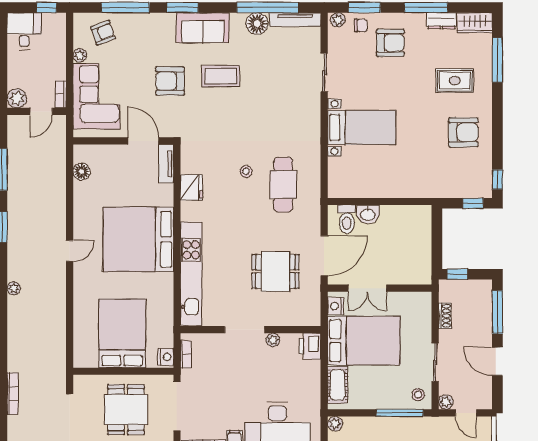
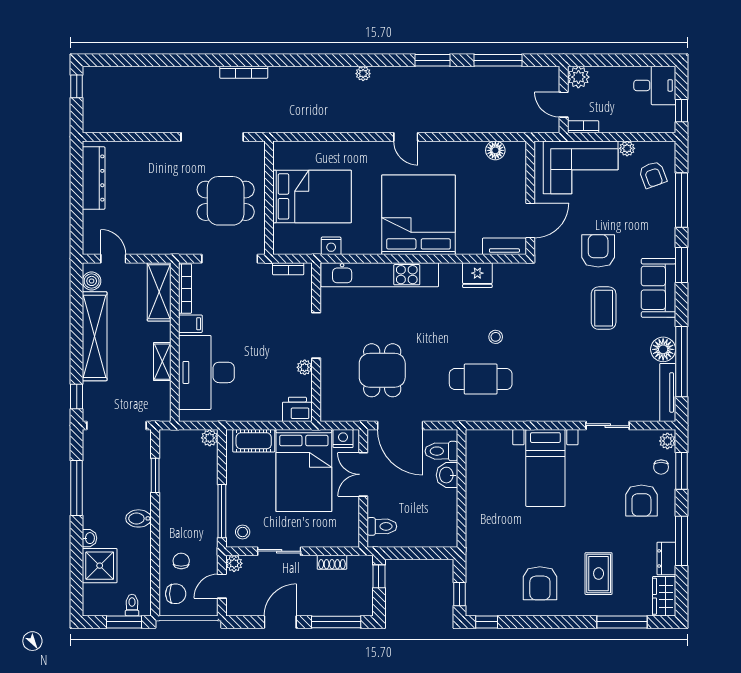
toilet: (413, 272) -> (382, 526), added
nightstand: (166, 357) -> (331, 246), moved

